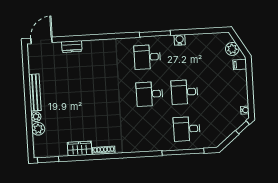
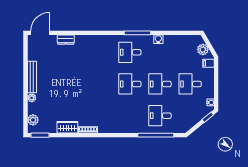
desk: (220, 90) -> (190, 84), added
plant: (38, 129) -> (33, 120), moved

